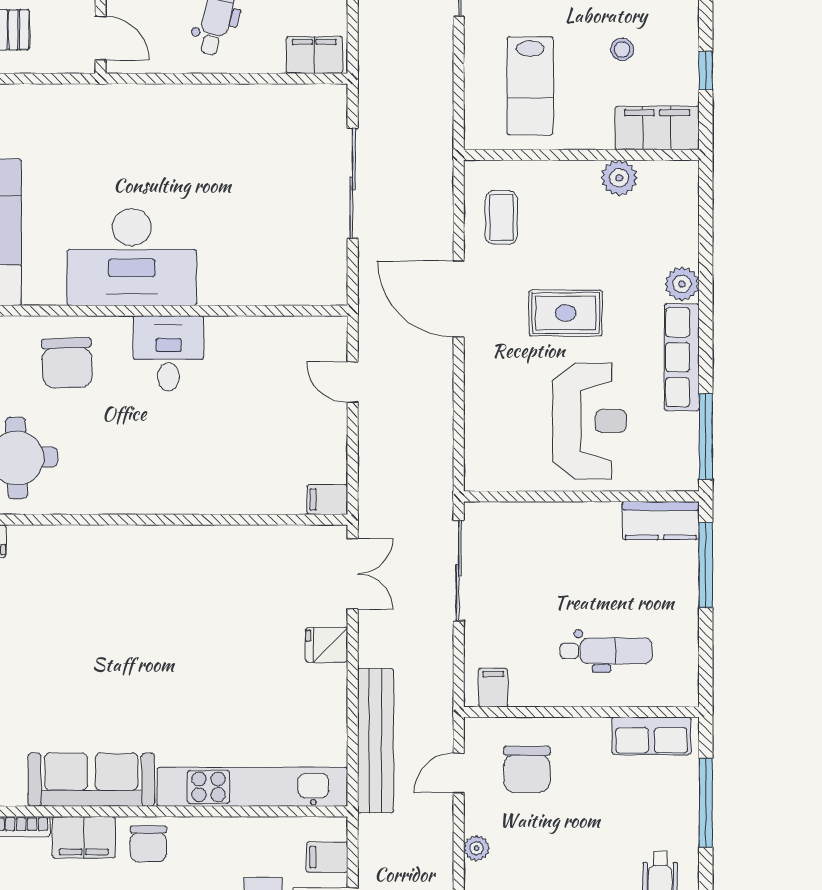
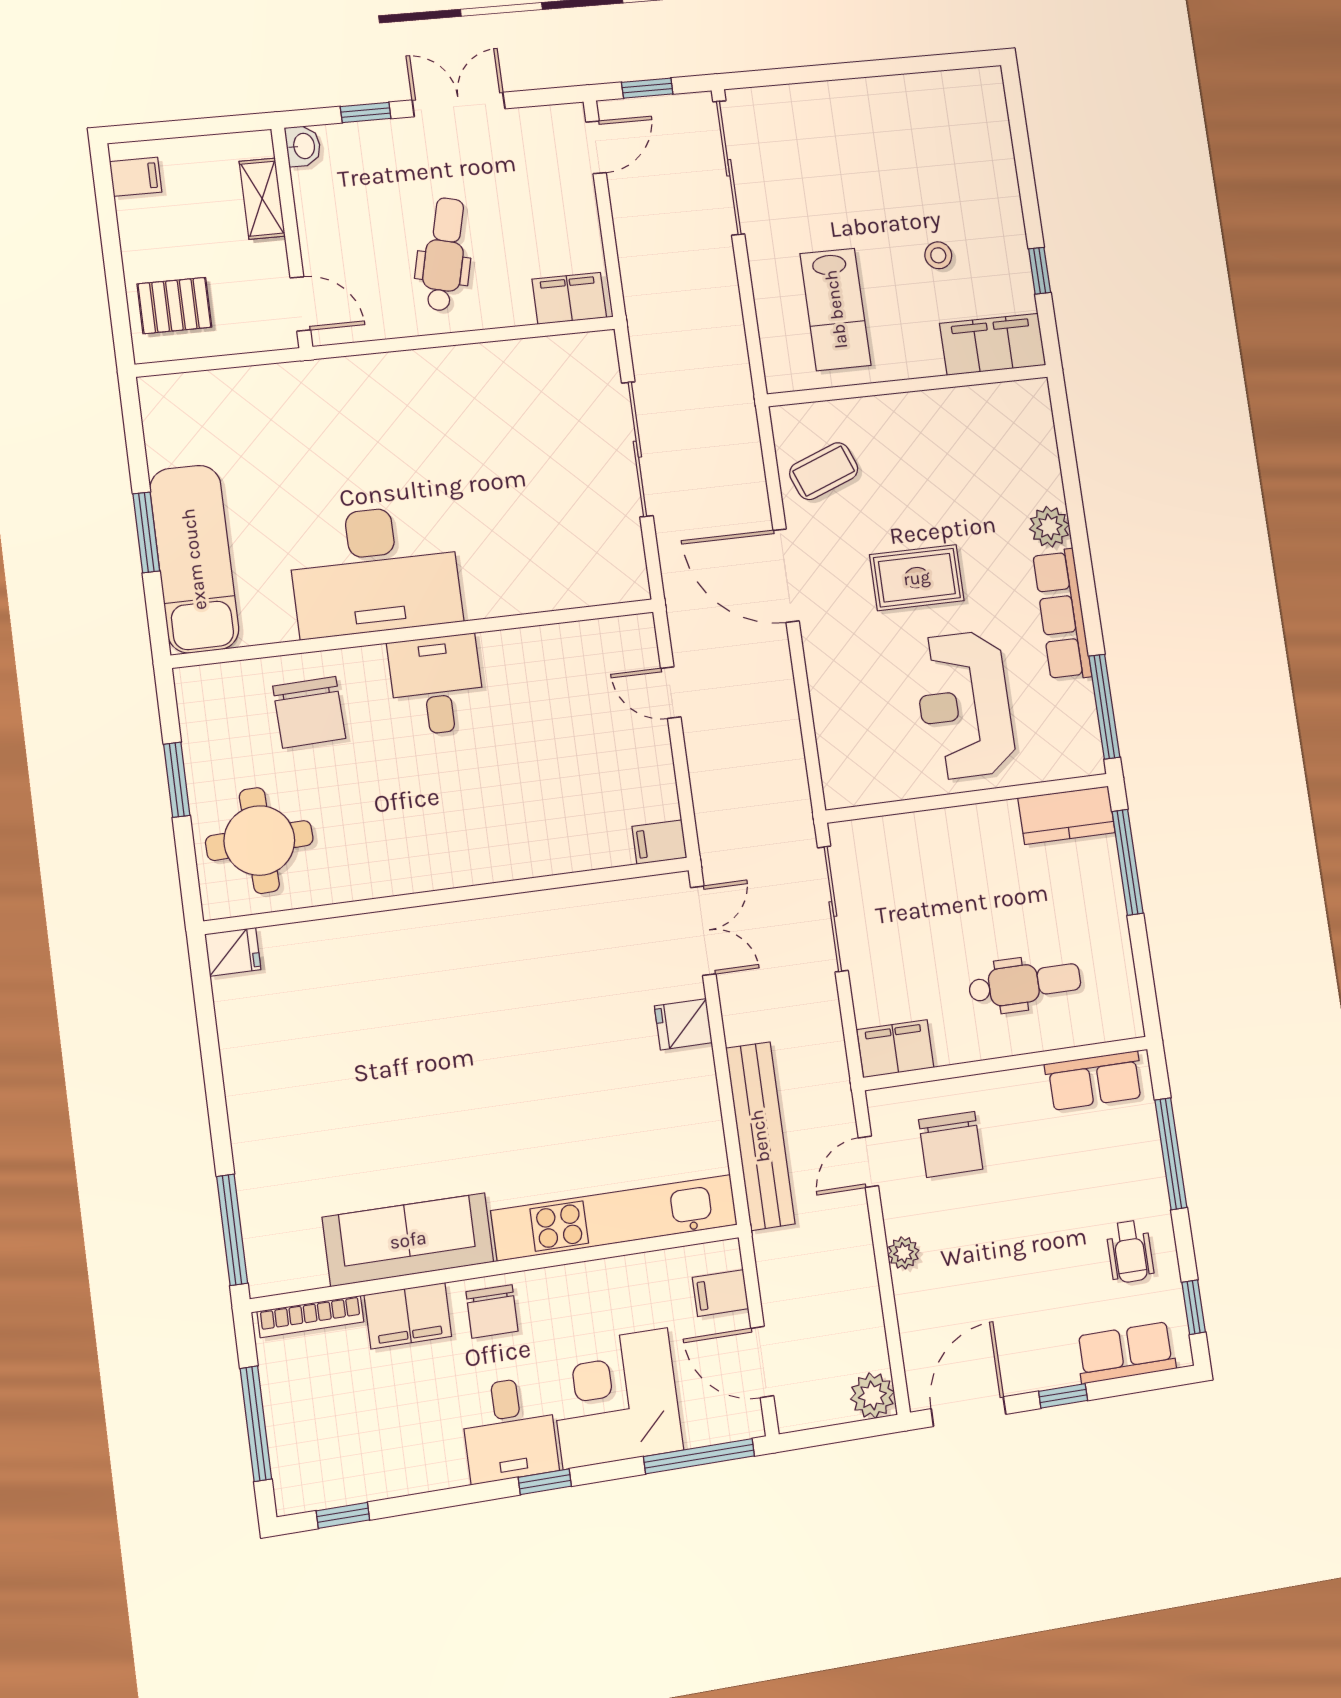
plant: (619, 178) -> (957, 408), removed
coffee table: (501, 218) -> (824, 471), turned 69
reception desk: (590, 421) -> (964, 705), turned 180
filing cabinet: (493, 688) -> (895, 1049), width x2.00

